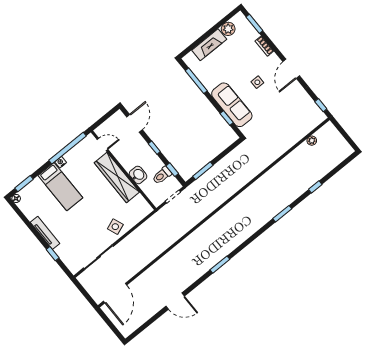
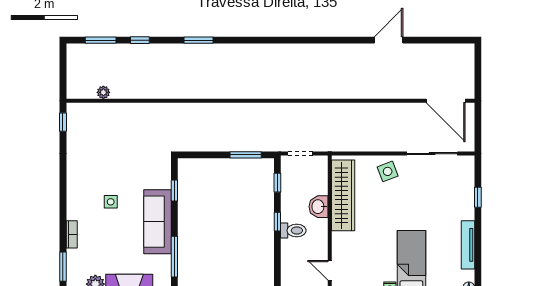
door: (291, 69) -> (63, 187), removed
sofa: (232, 105) -> (157, 222), moved
door: (134, 123) -> (277, 265), removed
toilet: (162, 175) -> (293, 231), moved
wardrobe: (117, 177) -> (343, 195), moved
tv unit: (45, 233) -> (468, 245), moved
window: (220, 265) -> (101, 40), moved
door: (115, 293) -> (446, 101), swing flipped
door: (175, 301) -> (389, 40), hinge flipped

